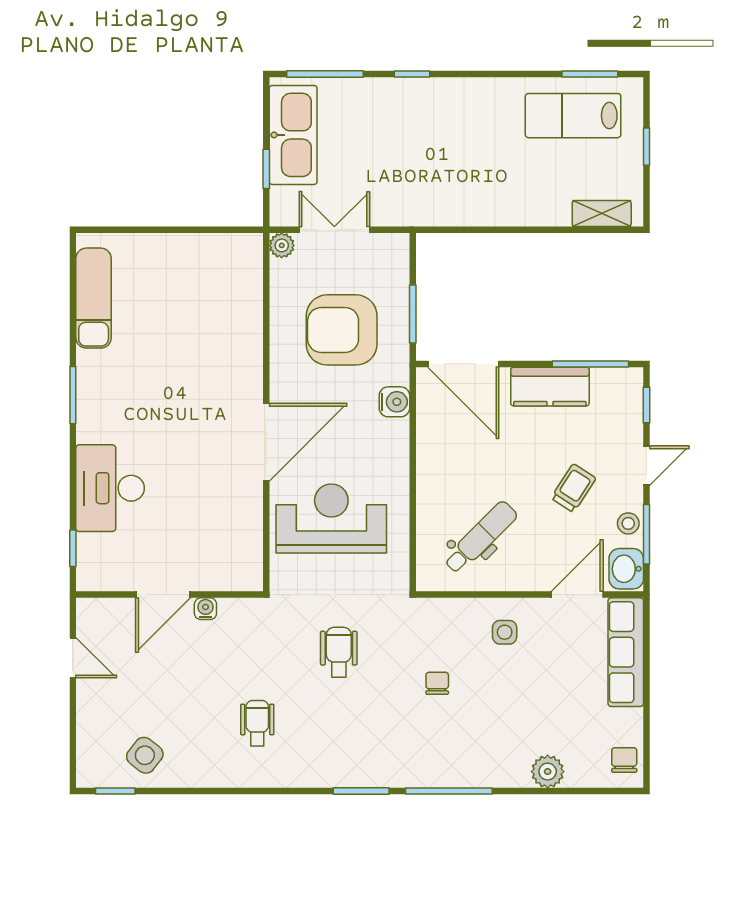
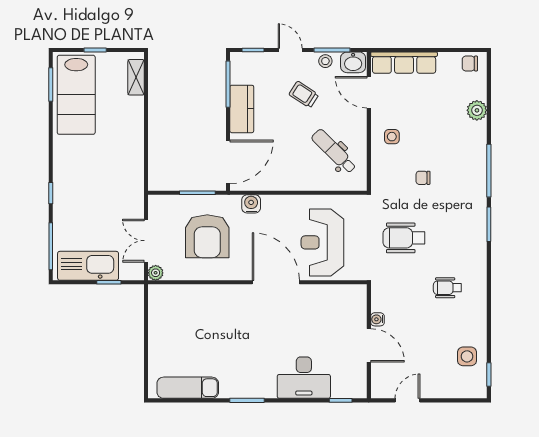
lab bench: (573, 116) -> (76, 95), width x1.36, depth x1.39
wheelchair: (339, 652) -> (404, 238), width x1.36, depth x1.37
side table: (145, 755) -> (467, 356), turned -38

